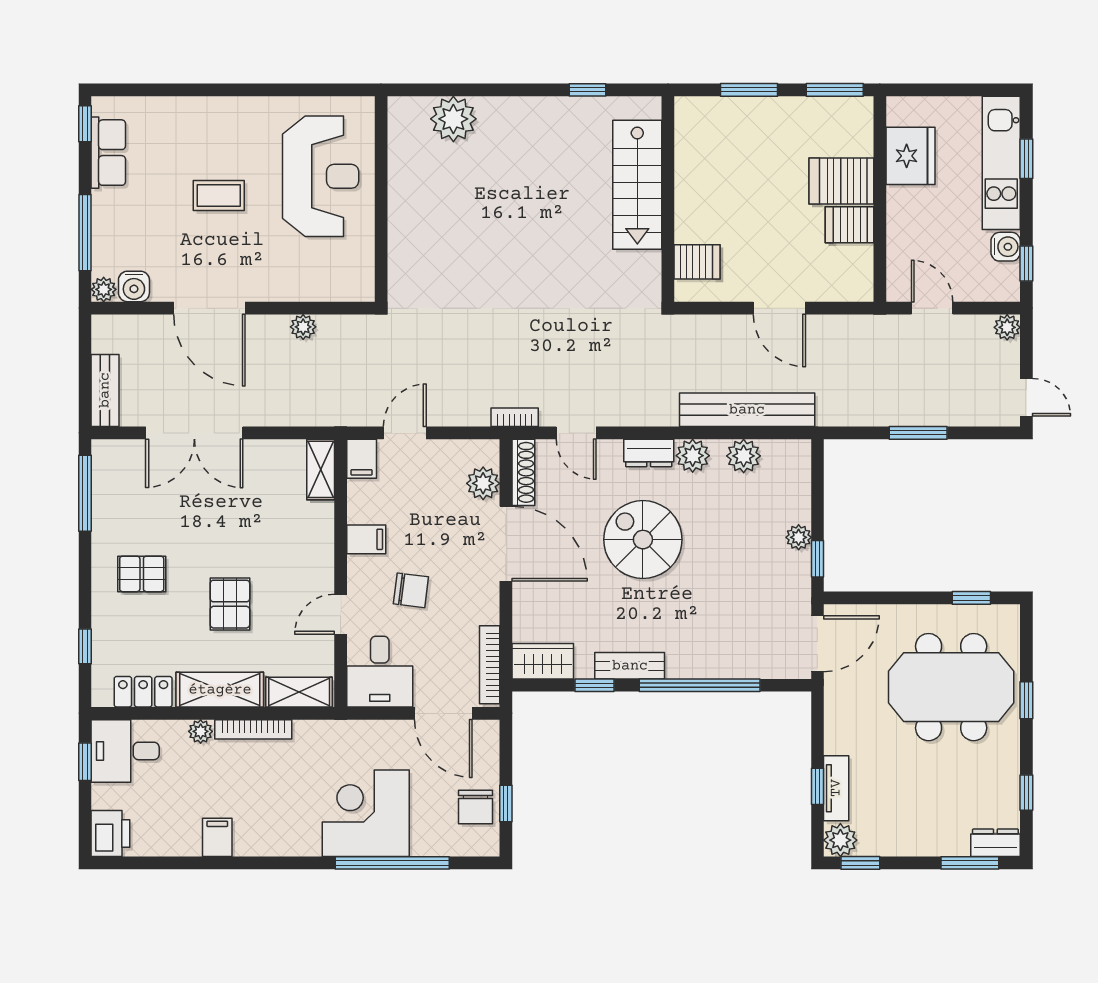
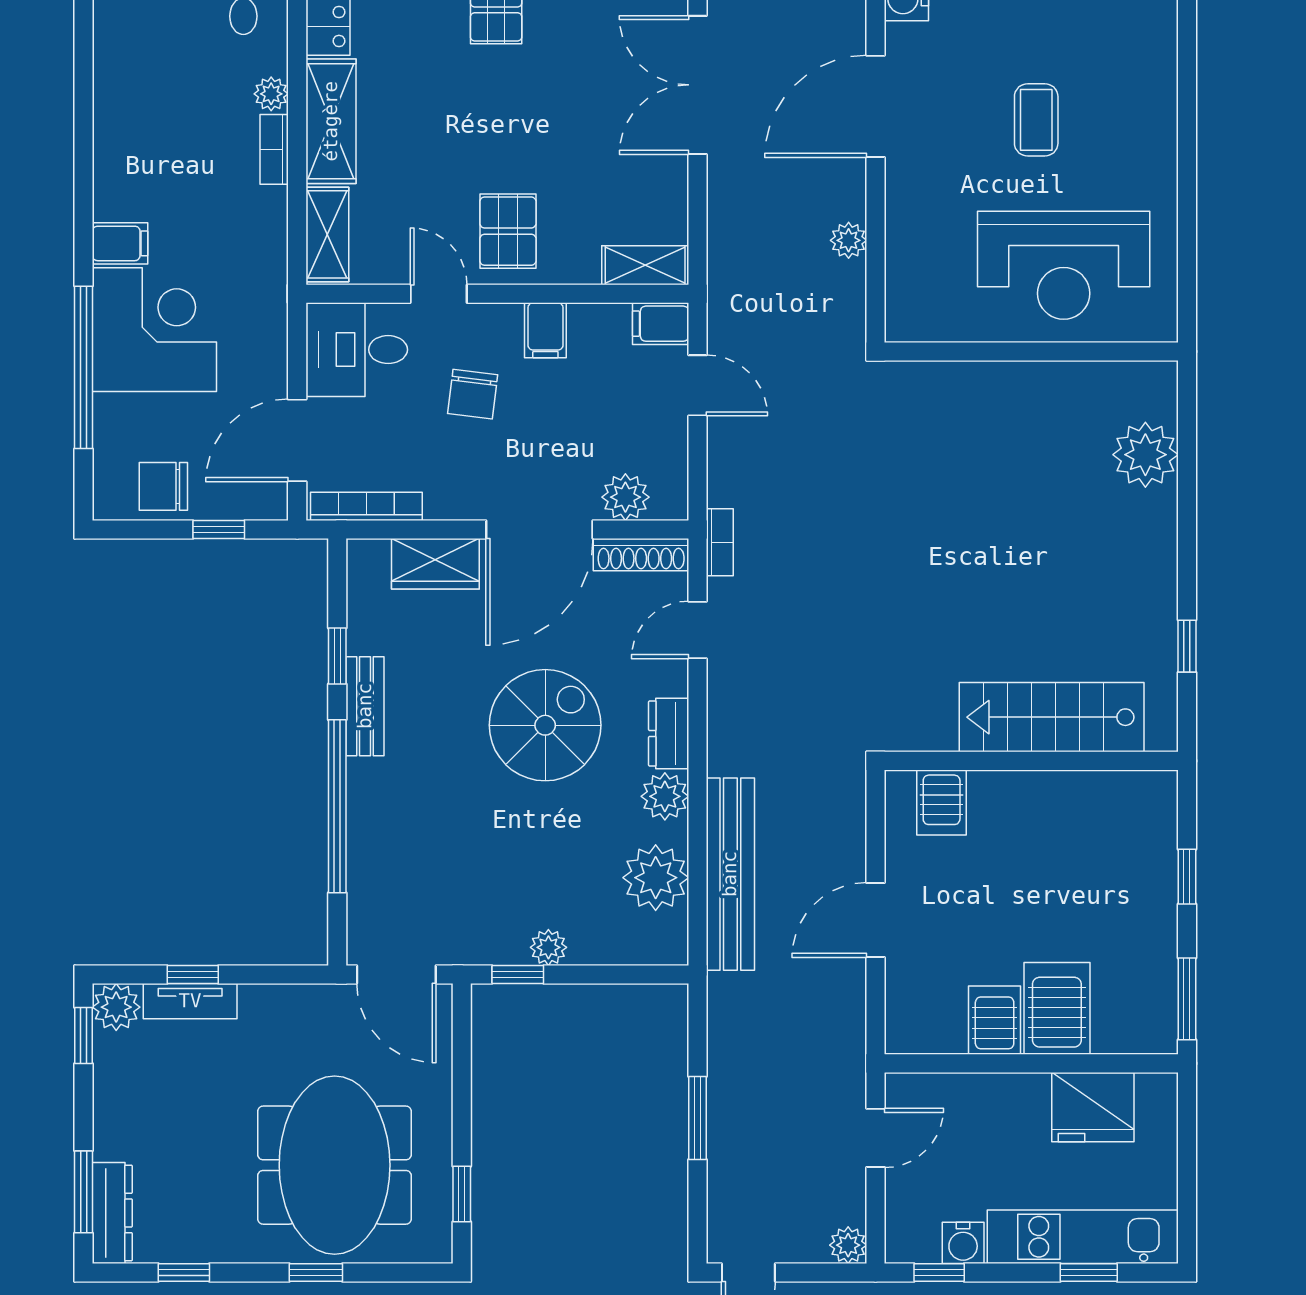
window: (749, 90) -> (1187, 877), width x0.67
plant: (744, 456) -> (656, 878), width x1.36, depth x1.36
pallet: (230, 604) -> (508, 231), moved, turned 90
wardrobe: (543, 661) -> (435, 564), moved, turned 90
bookcase: (253, 729) -> (274, 149), width x0.64
window: (506, 803) -> (219, 530), moved
filing cabinet: (217, 837) -> (120, 243), moved
dresser: (995, 843) -> (112, 1213), width x1.44

